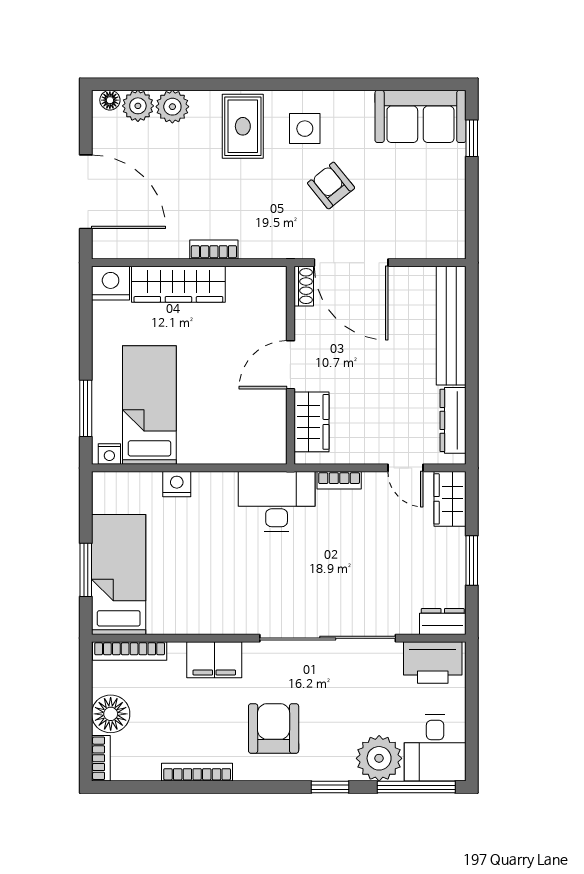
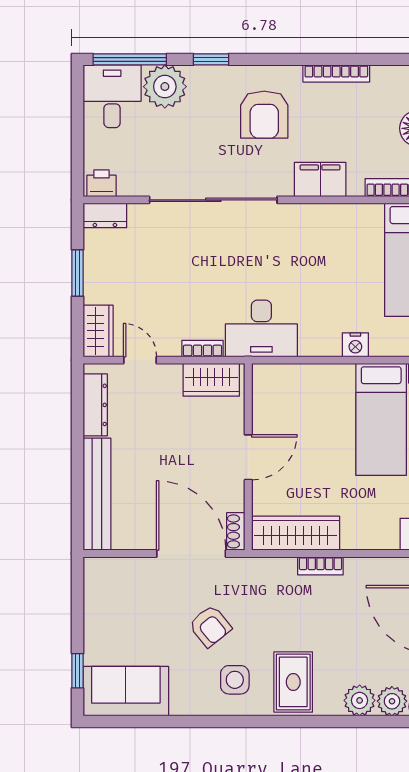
wardrobe: (178, 284) -> (296, 533), moved
wardrobe: (311, 422) -> (211, 380), moved, turned -90
printer: (433, 662) -> (101, 183), width x0.53, depth x0.68

